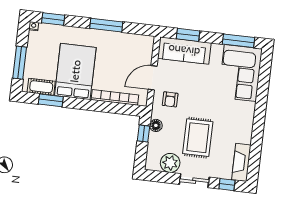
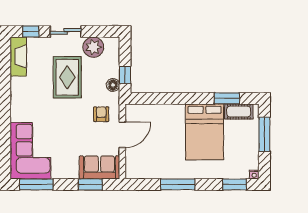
sofa: (184, 51) -> (99, 167), width x0.73
bookcase: (115, 97) -> (160, 109), removed

